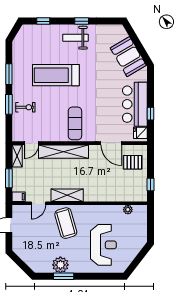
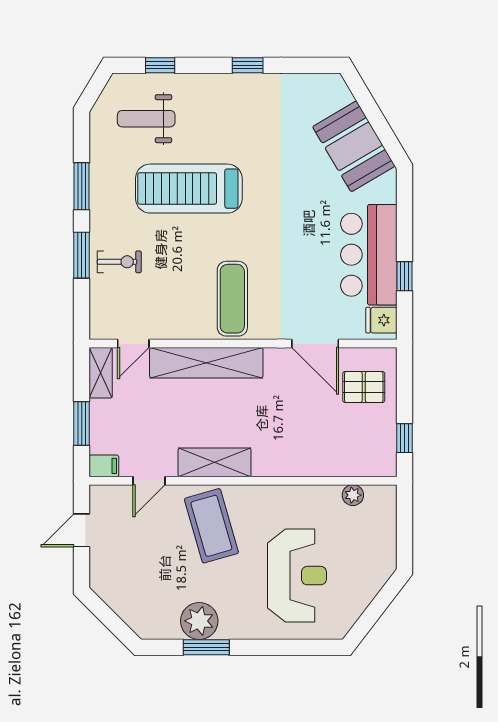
weight bench: (75, 38) -> (146, 119), moved

